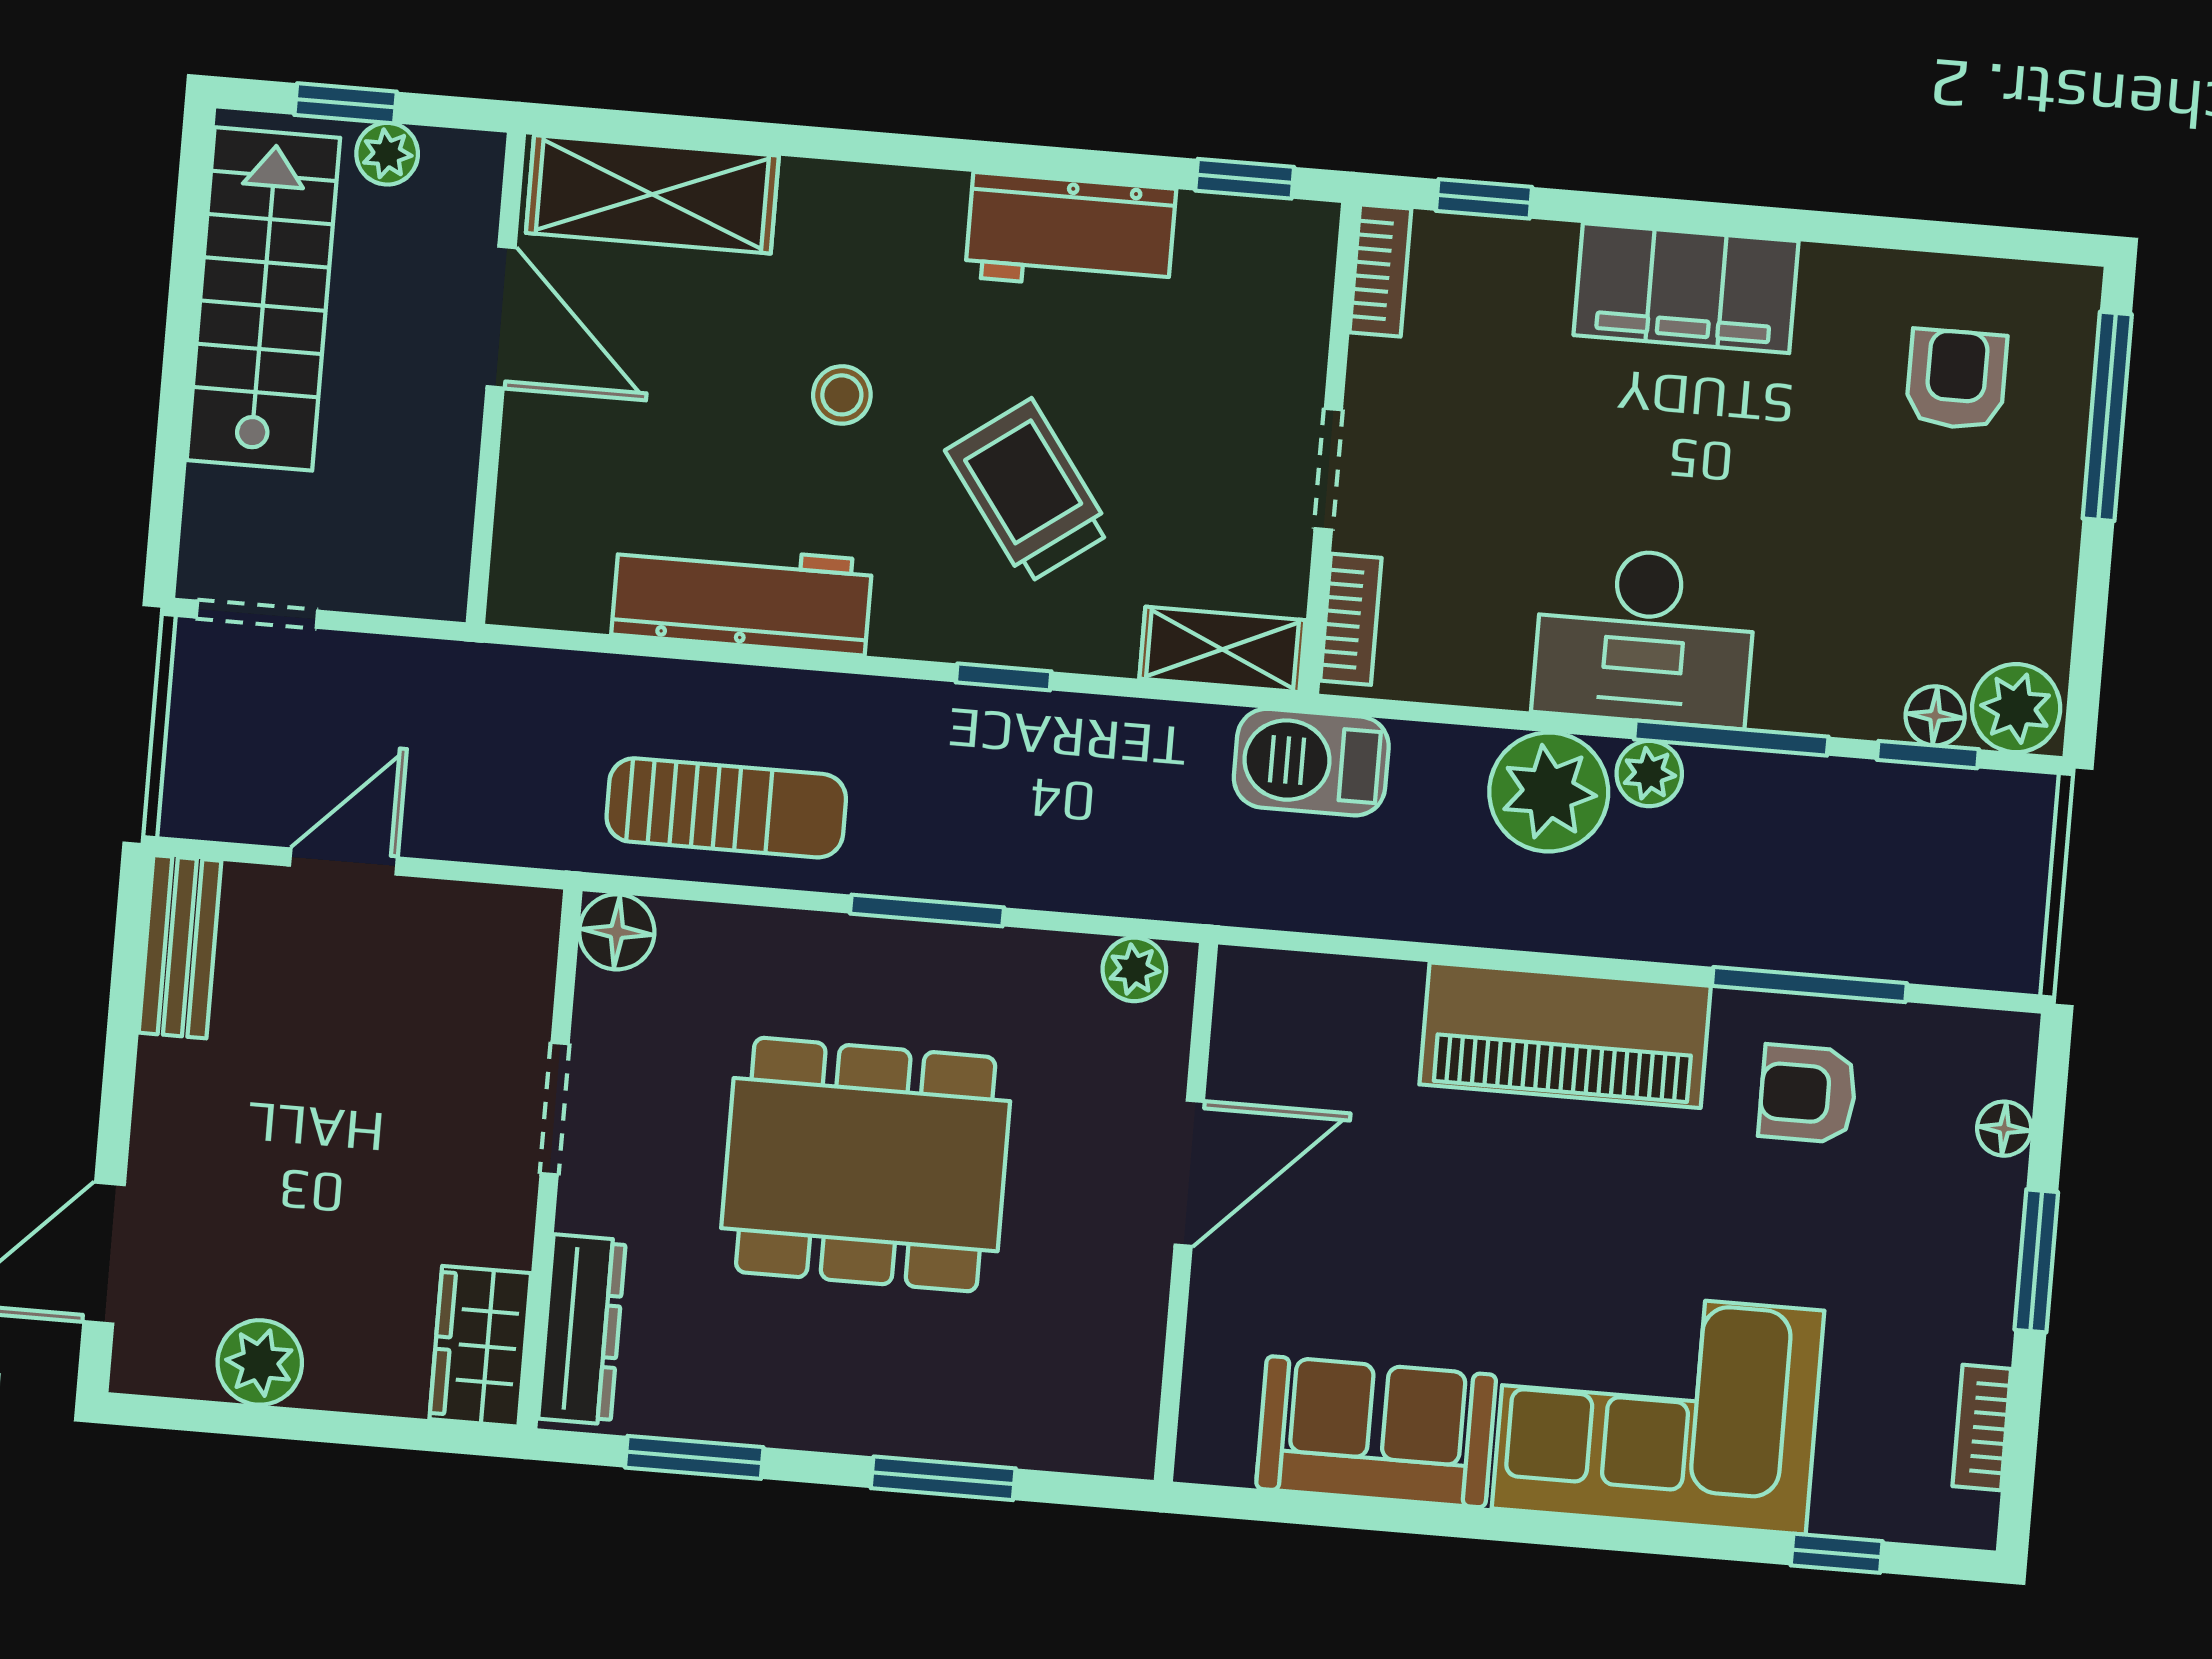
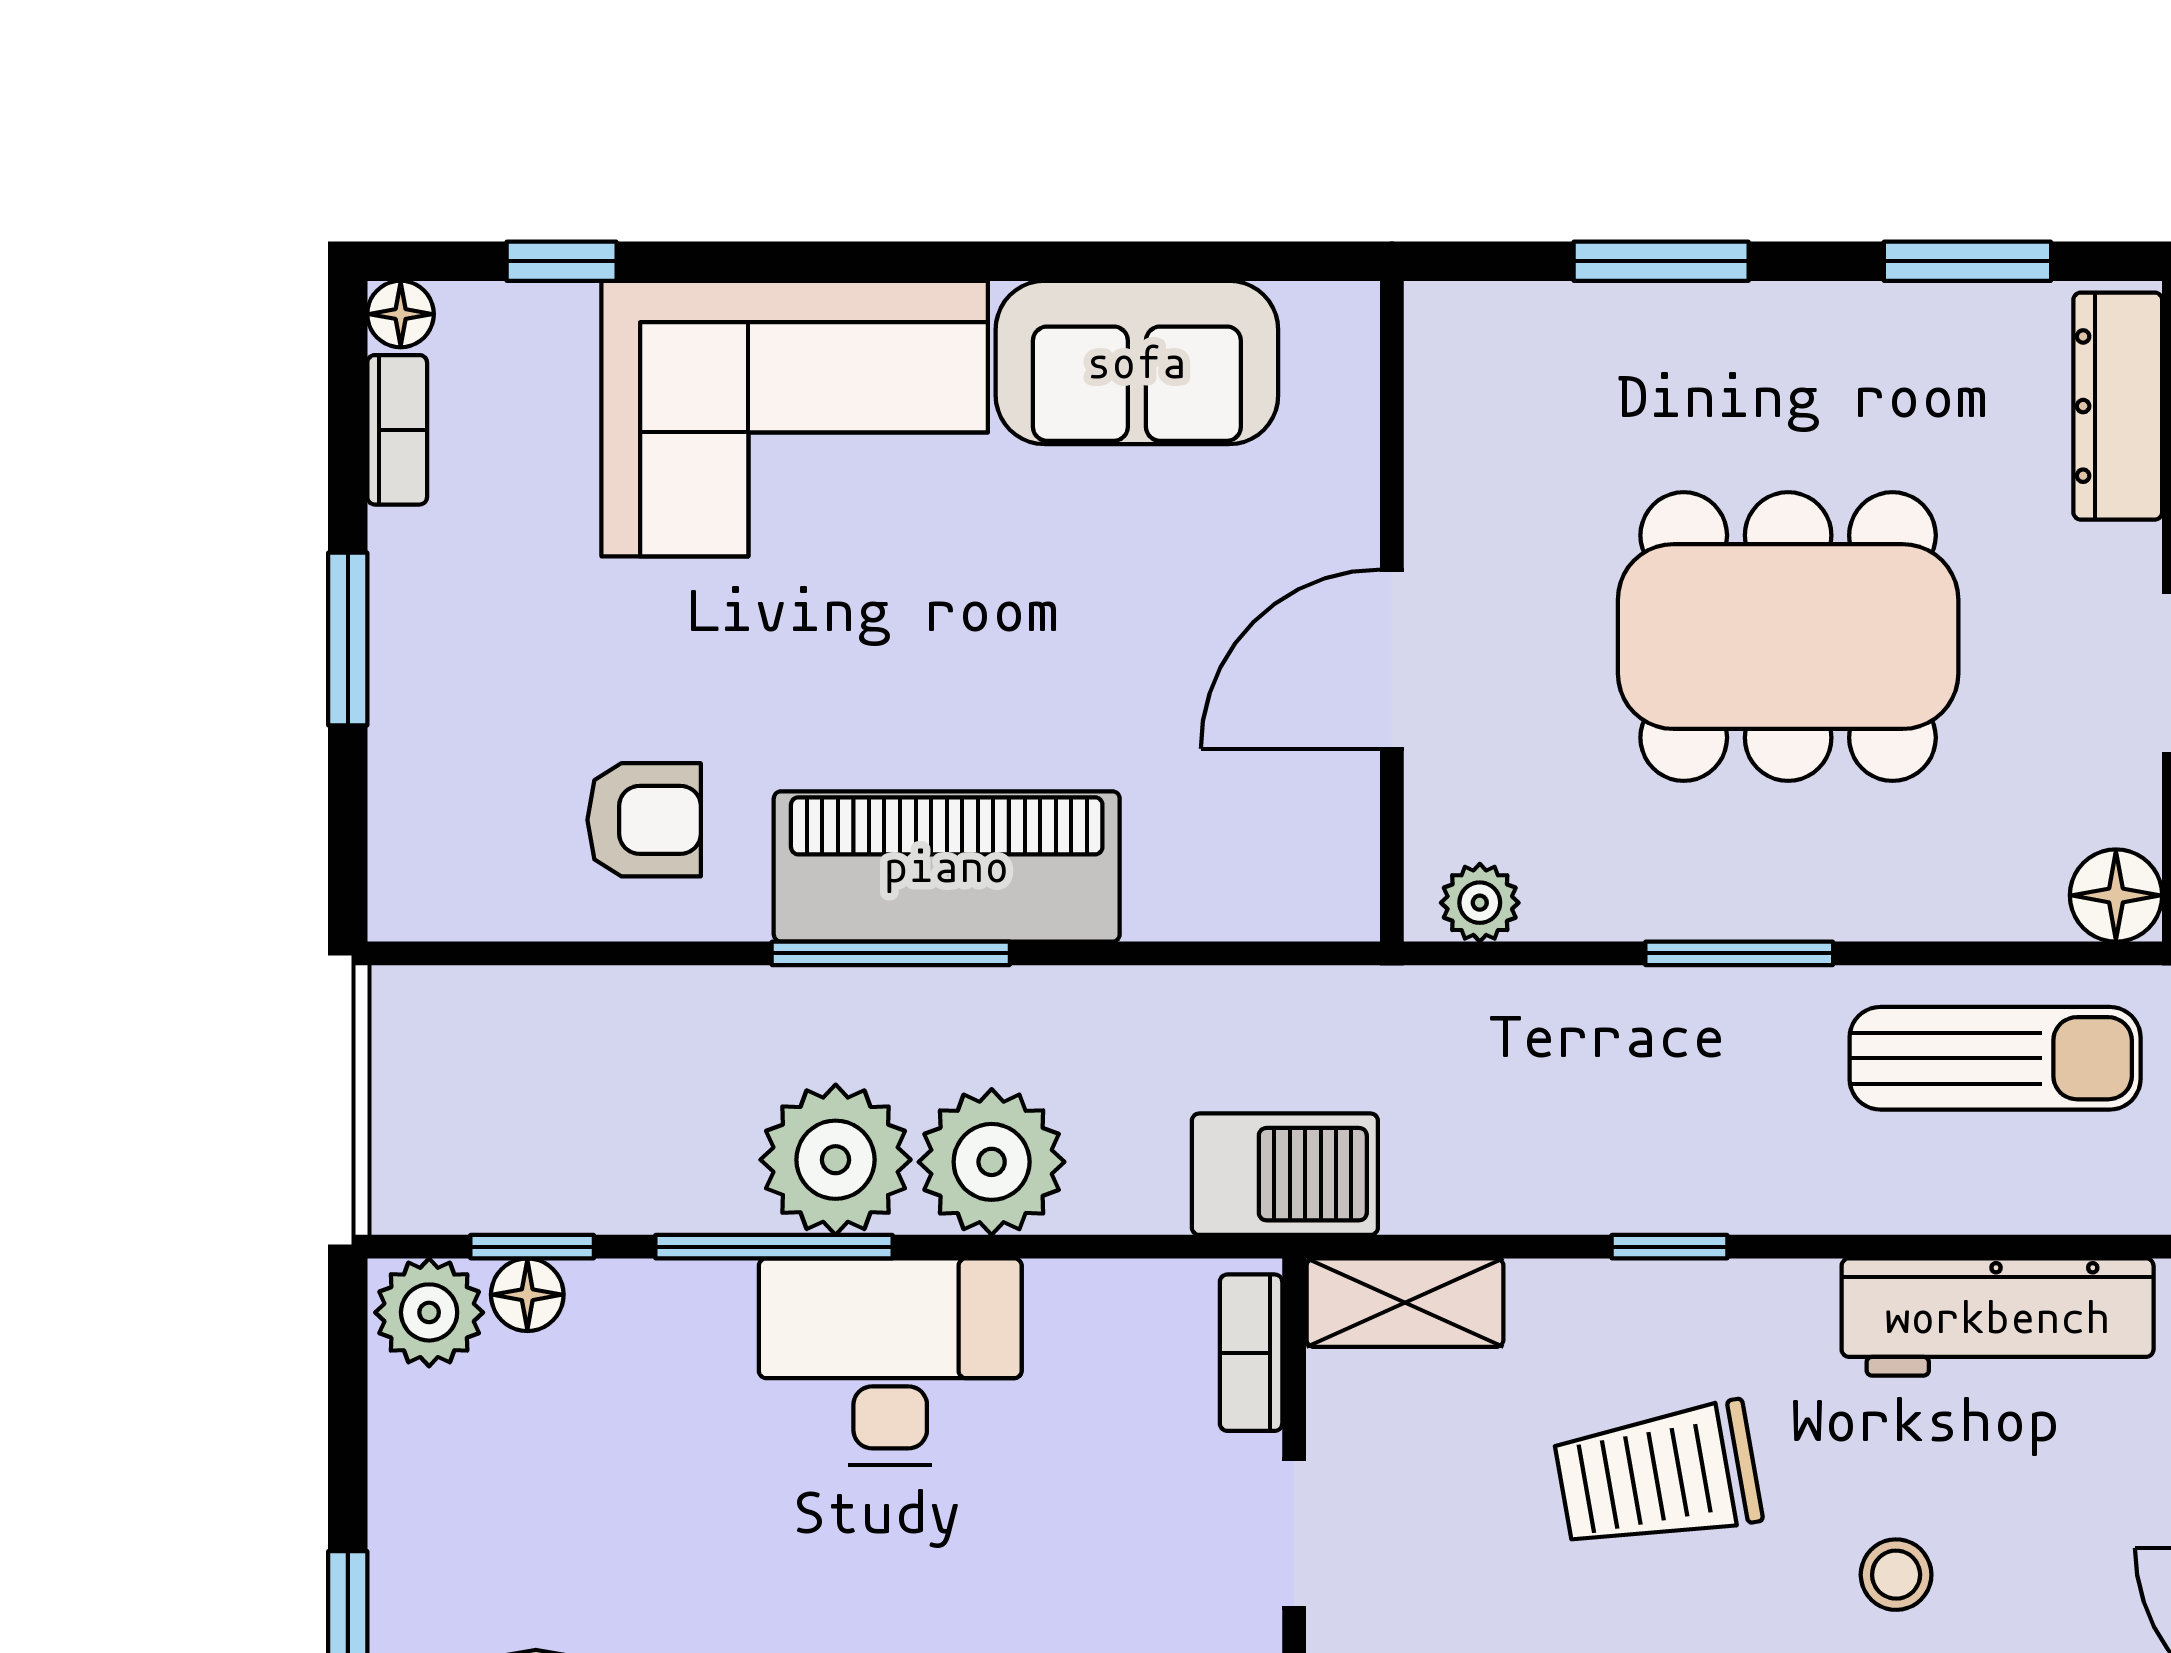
trolley: (1029, 491) -> (1658, 1476), turned 116
plant: (1649, 774) -> (836, 1160), width x1.88, depth x1.88
sun lounger: (726, 808) -> (1995, 1058), turned 180
window: (1809, 985) -> (891, 953), moved
floor lamp: (2004, 1129) -> (401, 314), moved

